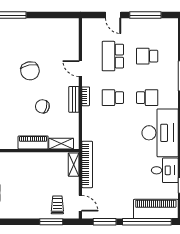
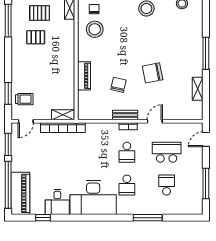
door: (113, 15) -> (206, 139), moved
school desk: (113, 98) -> (127, 152), turned 180
shelving: (61, 144) -> (198, 89), moved

